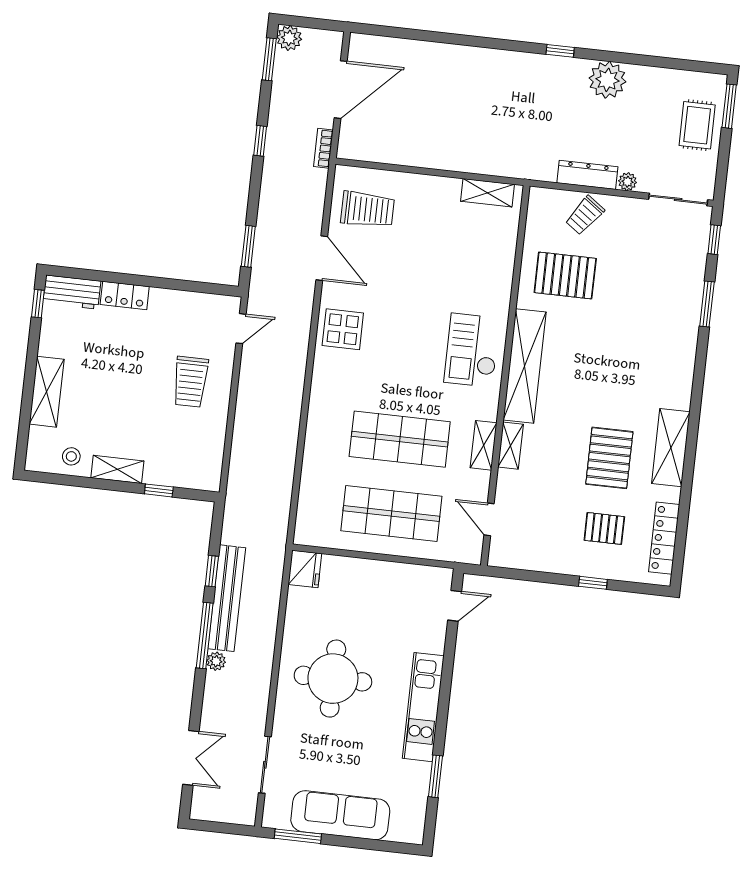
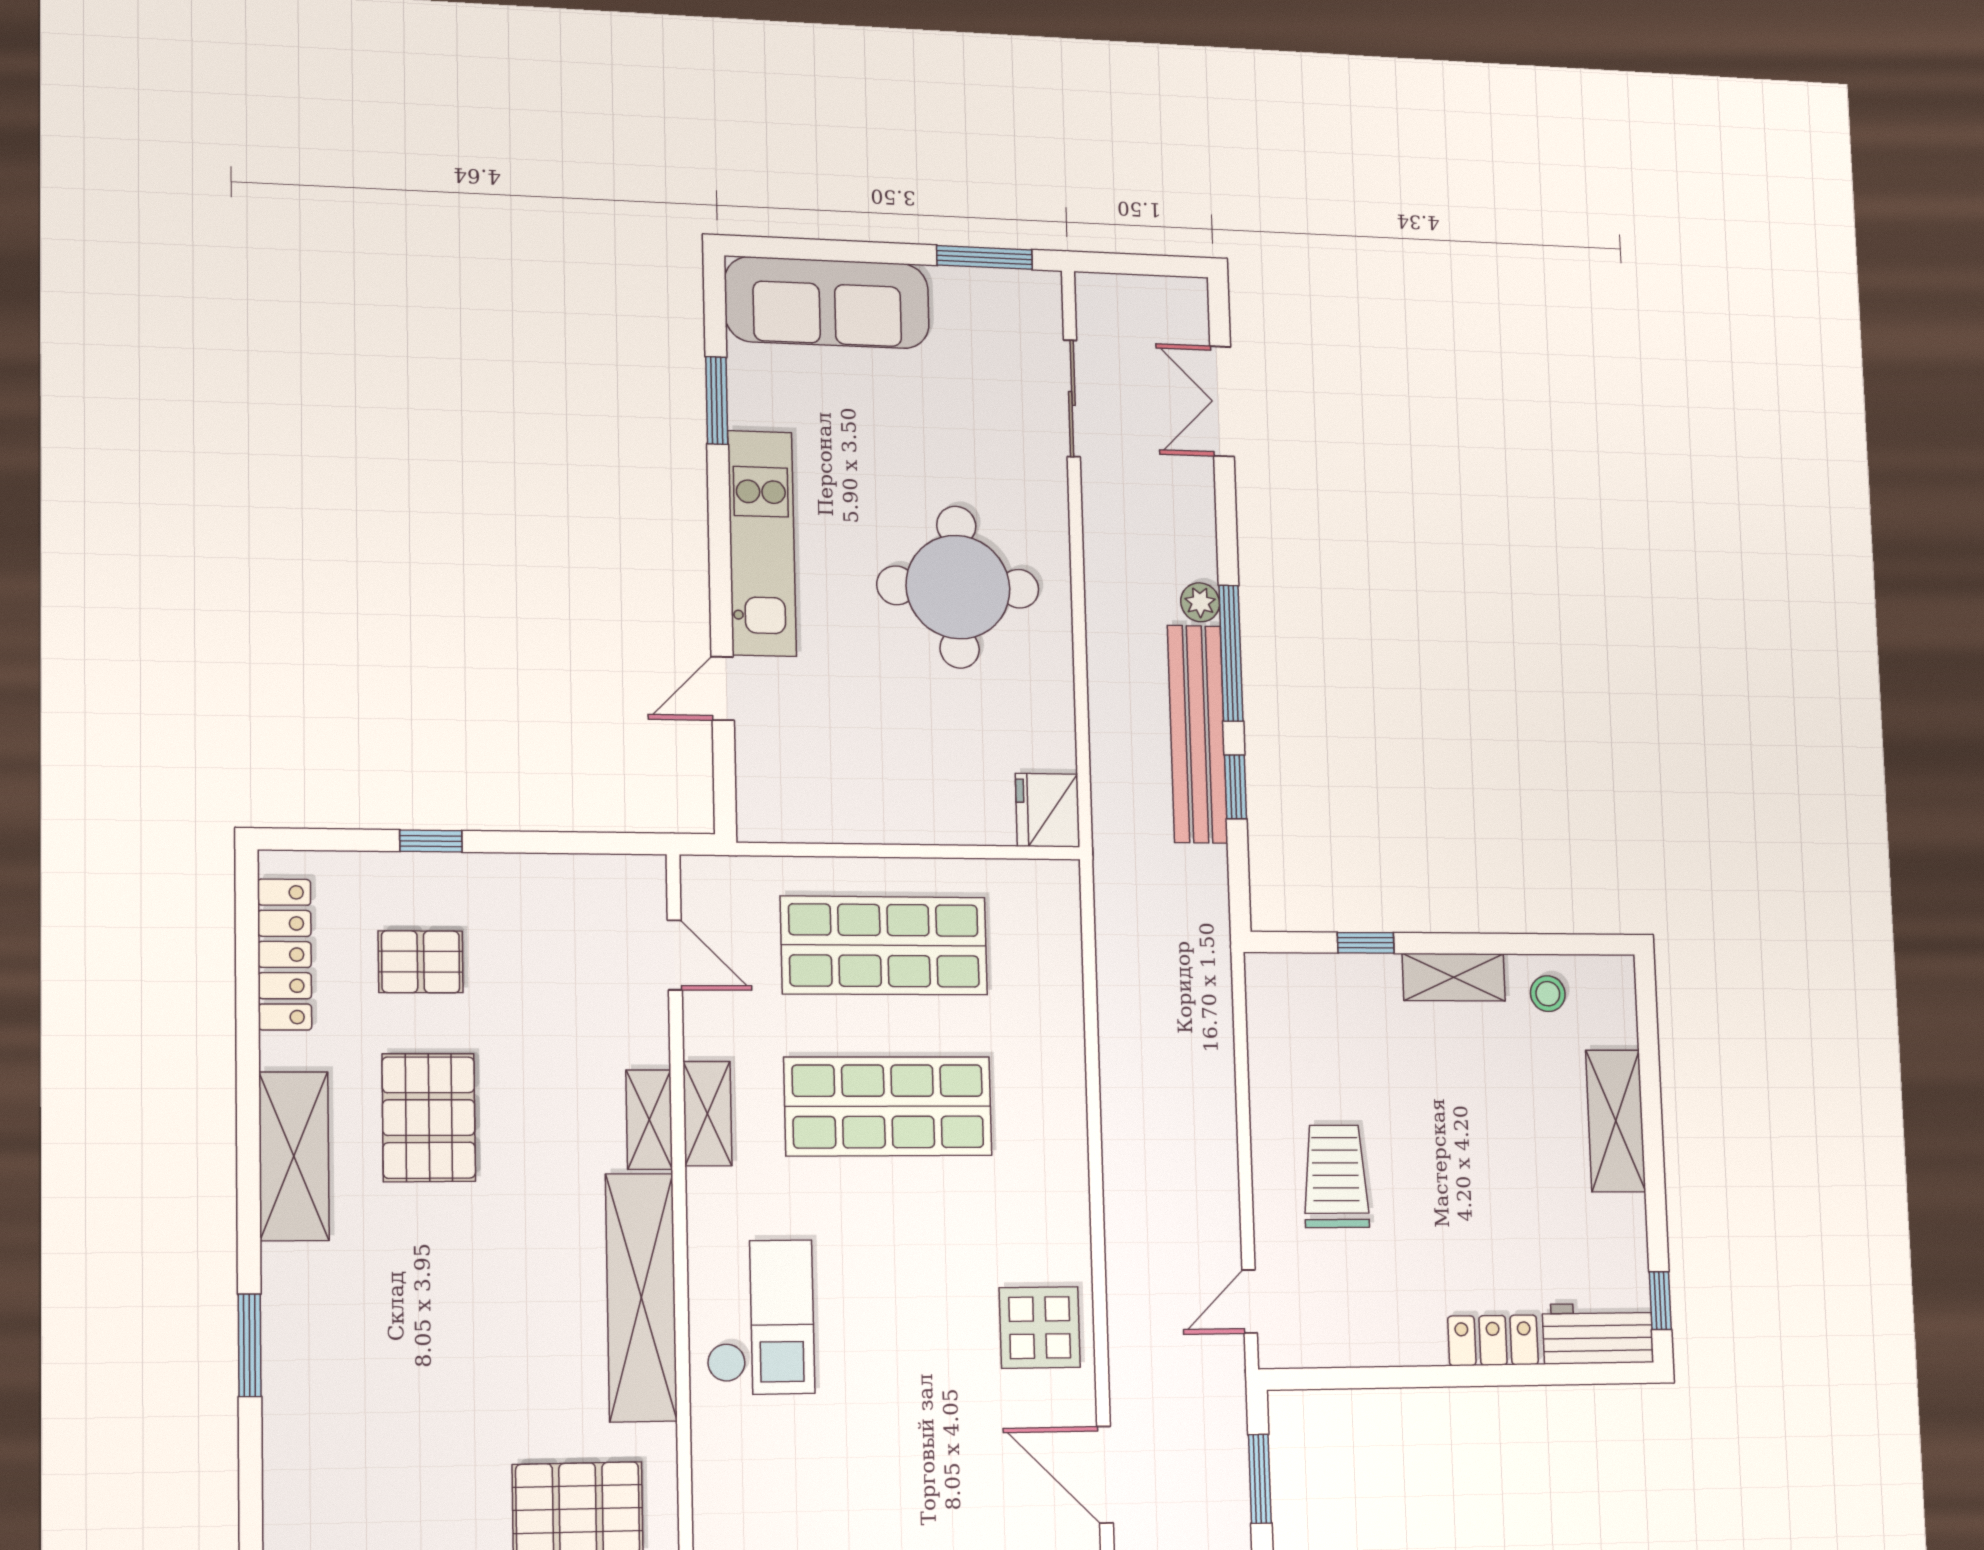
window: (707, 304) -> (250, 1345), moved
door: (455, 606) -> (723, 689), moved
sofa: (340, 815) -> (827, 303), moved

